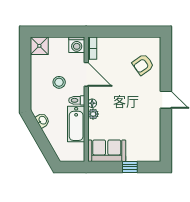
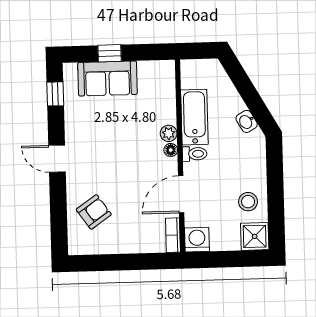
door: (86, 74) -> (181, 194), hinge flipped
stool: (59, 82) -> (248, 202), moved
window: (166, 142) -> (55, 94), added
sofa: (107, 151) -> (107, 78), moved

